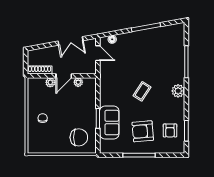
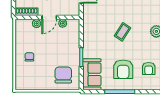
sofa: (109, 123) -> (92, 74), moved
armchair: (143, 131) -> (123, 69), turned -85
chair: (79, 137) -> (63, 75), turned -90

